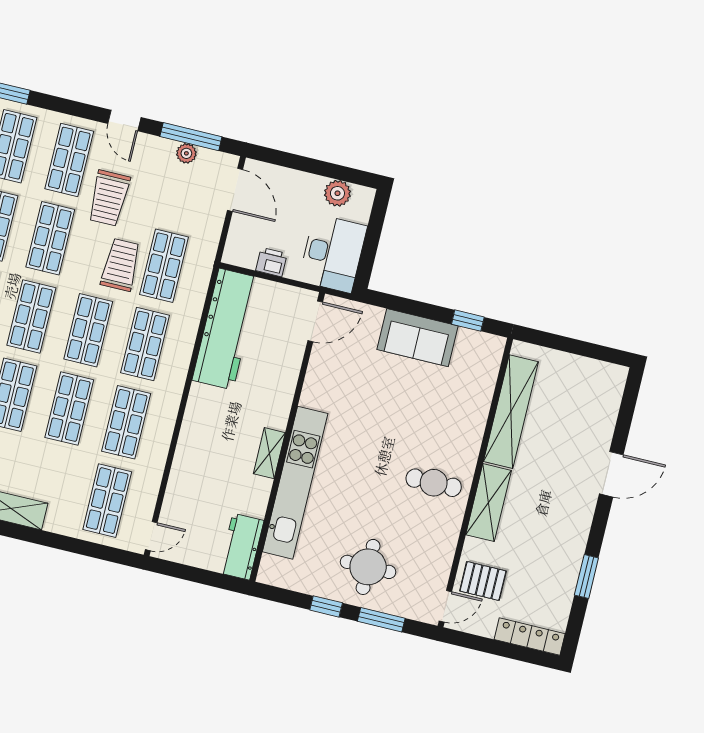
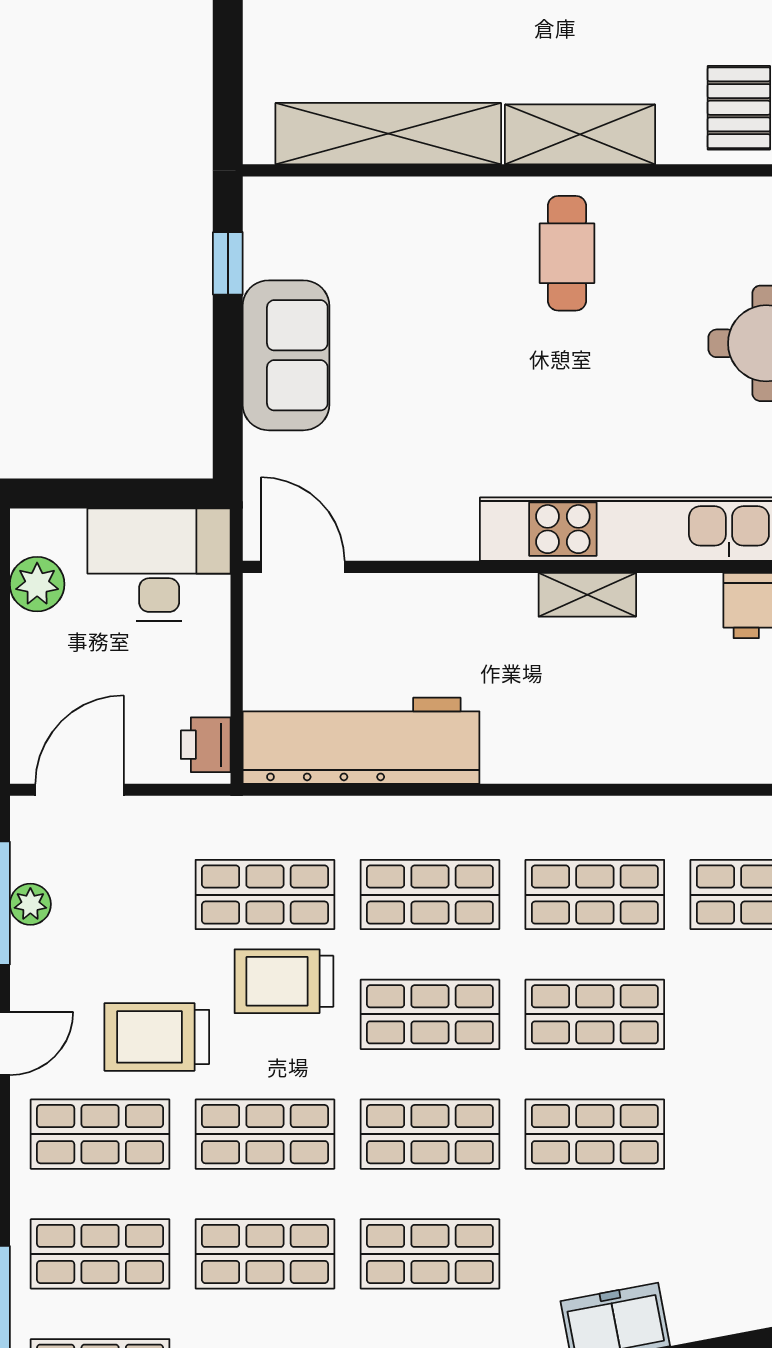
trolley: (109, 198) -> (157, 1037), turned 180
printer: (271, 262) -> (206, 745), moved

